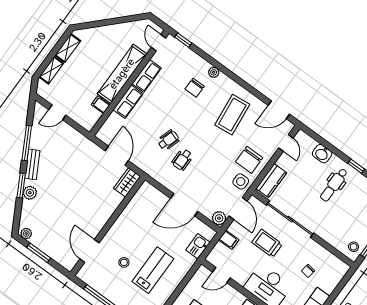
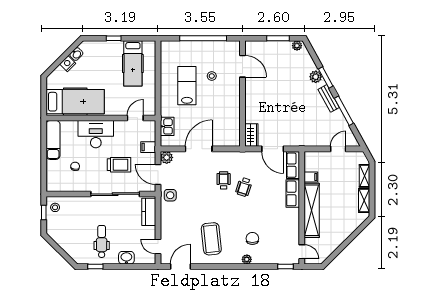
row of seats: (147, 76) -> (293, 165), moved
chair: (249, 160) -> (176, 215), removed
lab bench: (153, 270) -> (187, 86), turned 180

